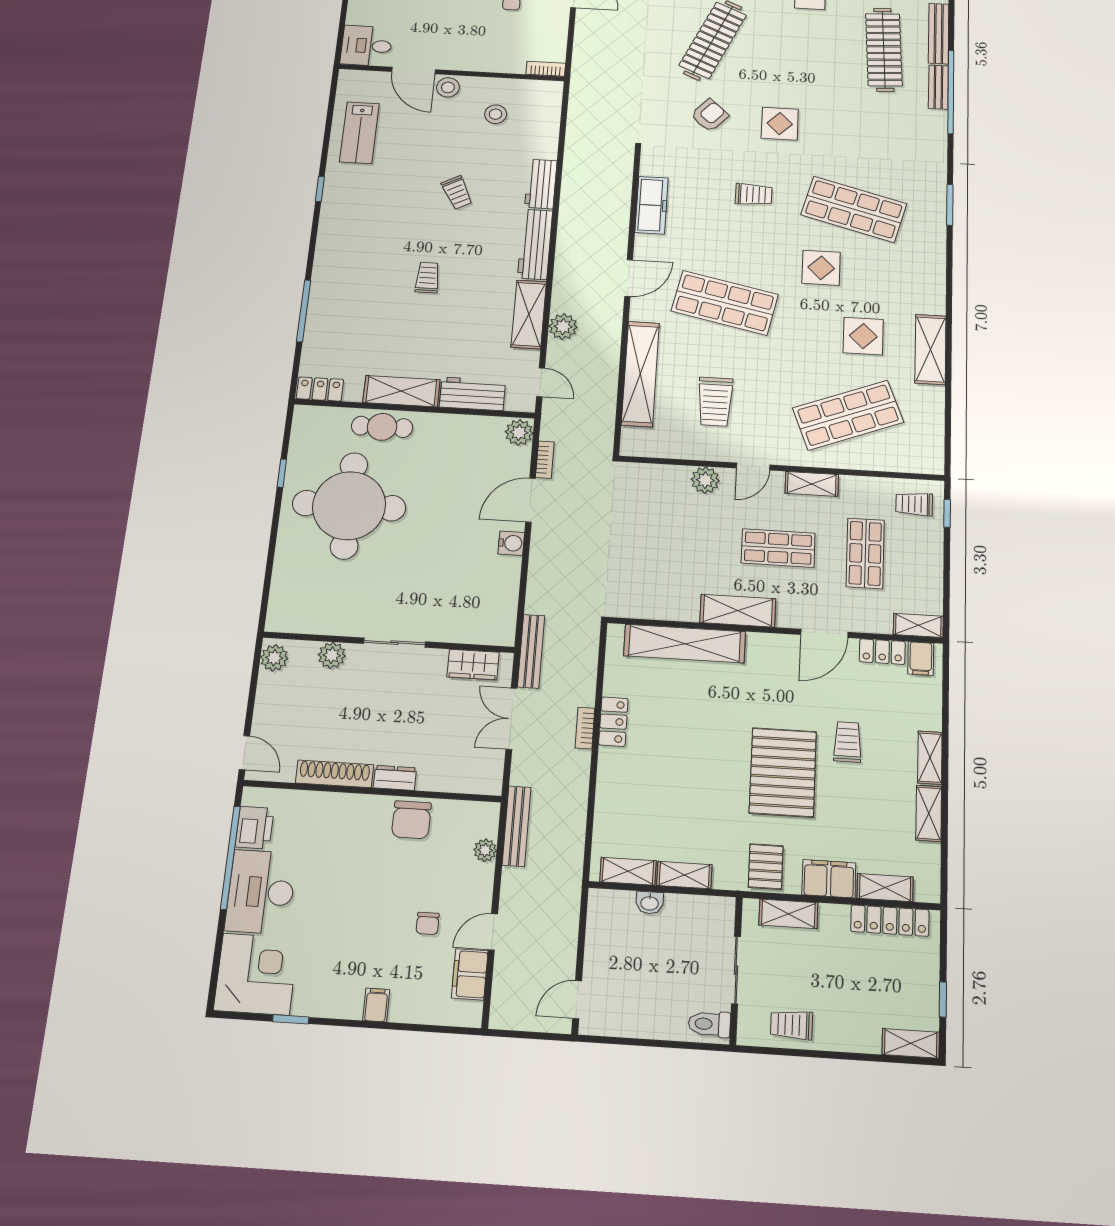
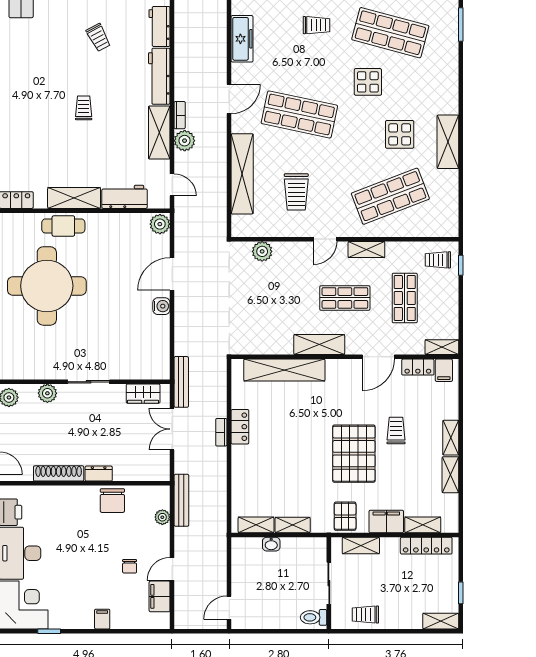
bookcase: (545, 460) -> (180, 115), moved
plant: (705, 480) -> (262, 251), moved

